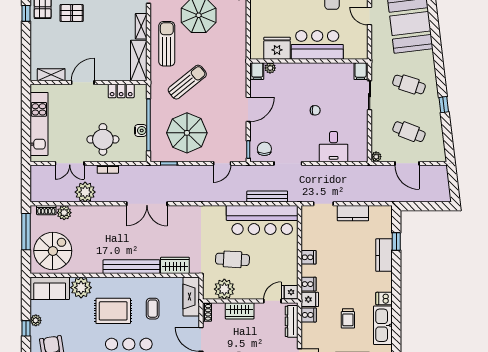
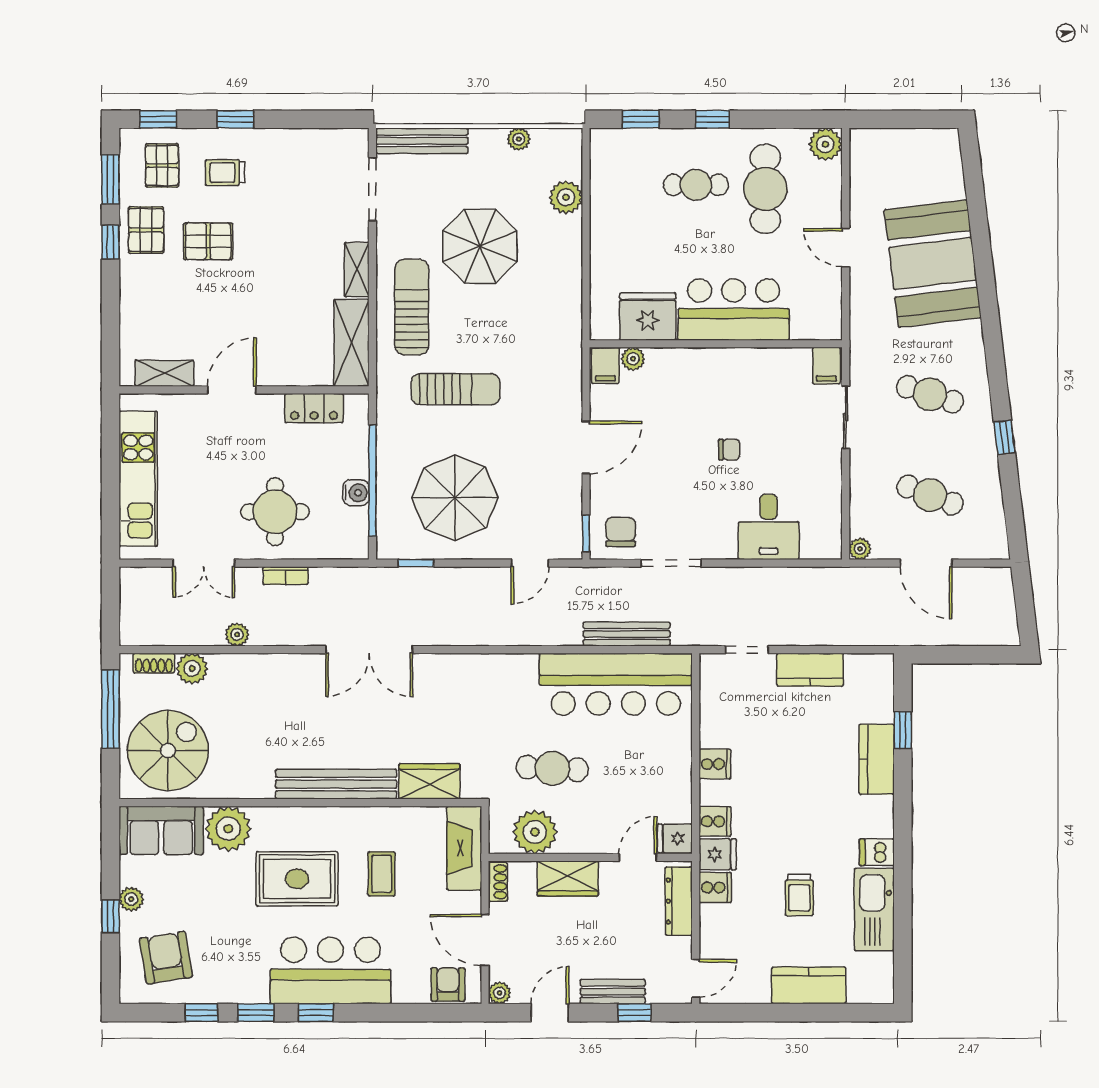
sun lounger: (187, 82) -> (456, 389), turned 39
plant: (85, 192) -> (237, 635), width x0.53, depth x0.53

